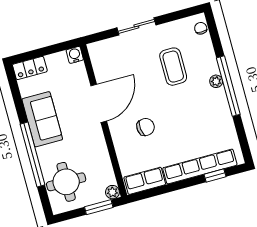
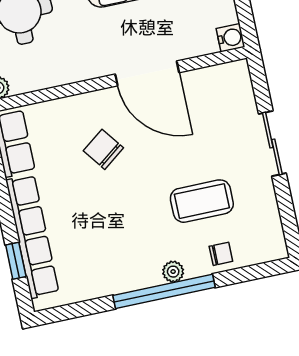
chair: (201, 28) -> (221, 254), moved
chair: (146, 127) -> (103, 149), turned 150

